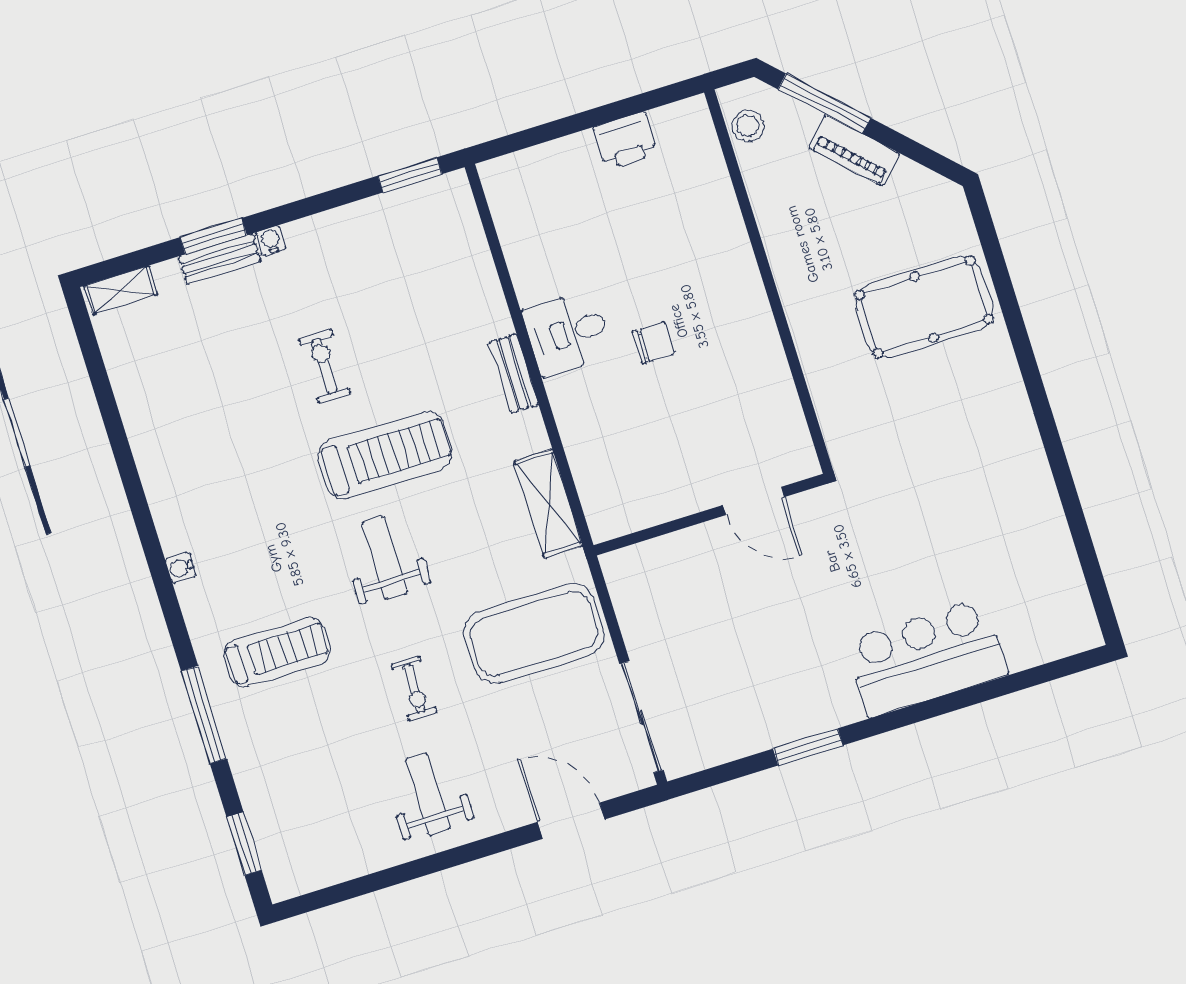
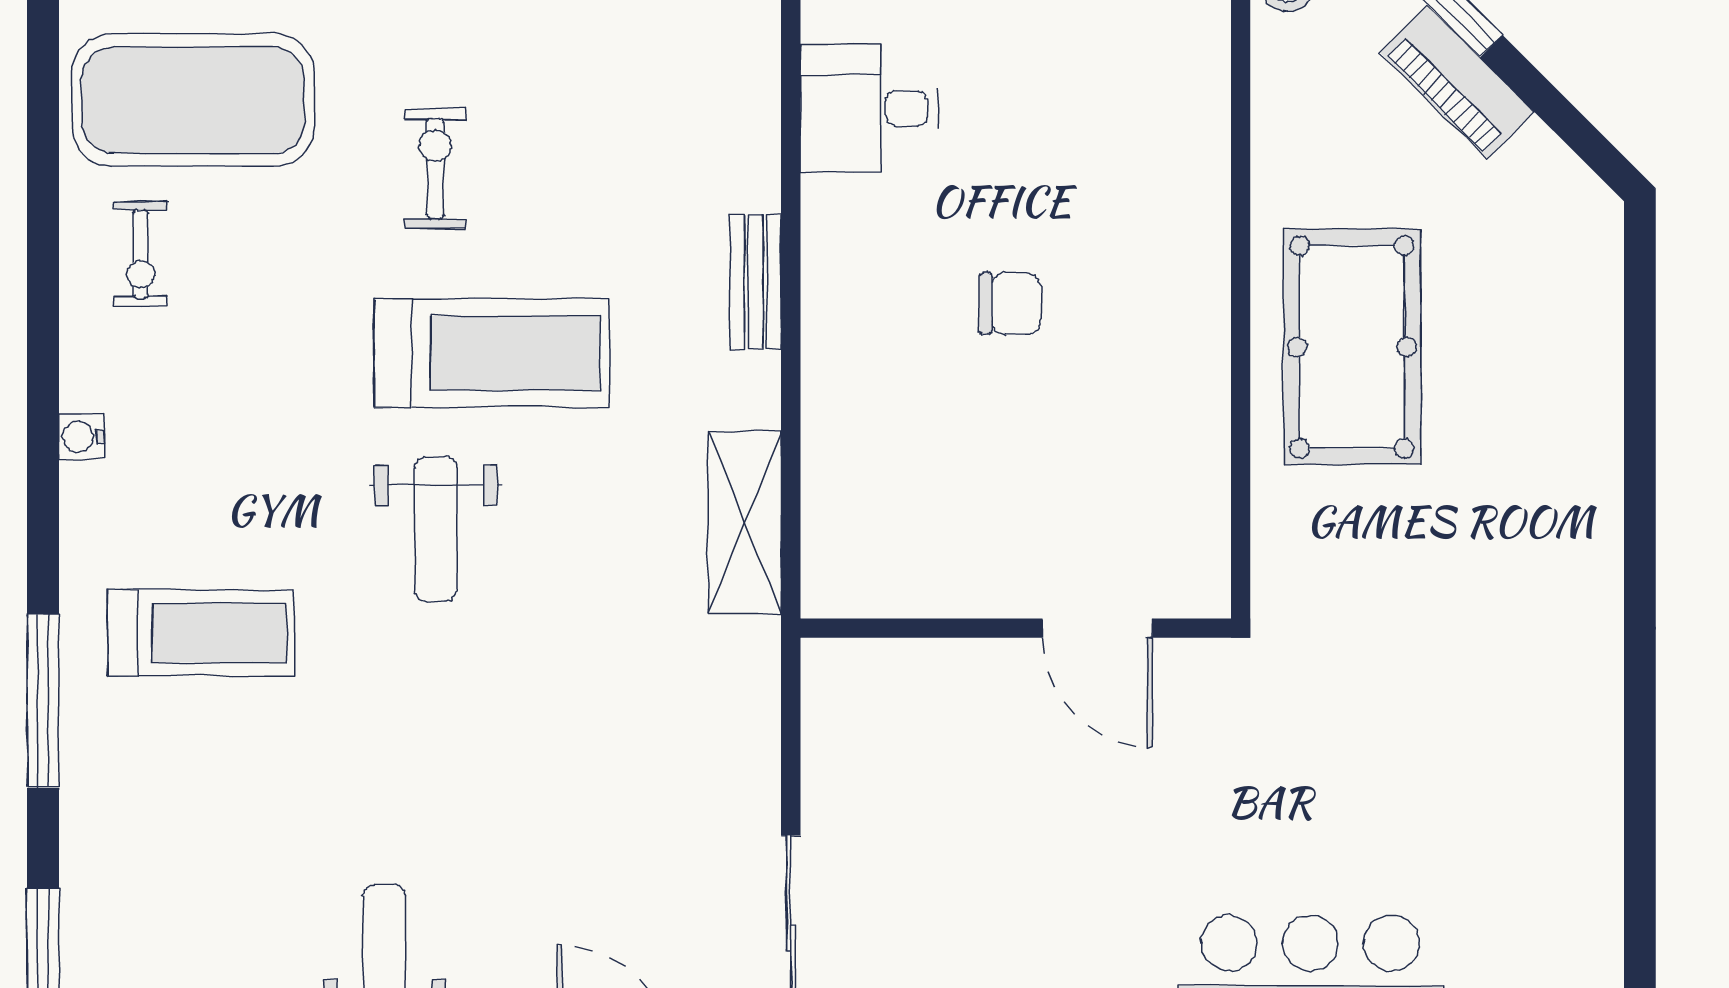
pool table: (924, 307) -> (1352, 347), moved, turned 90
desk: (568, 333) -> (869, 108), moved
weight bench: (384, 558) -> (436, 529), turned 180
exercise mat: (534, 634) -> (193, 100), moved
exercise bike: (414, 689) -> (141, 254), moved

